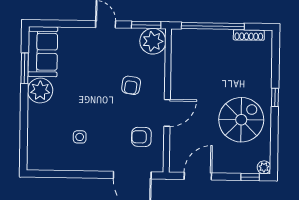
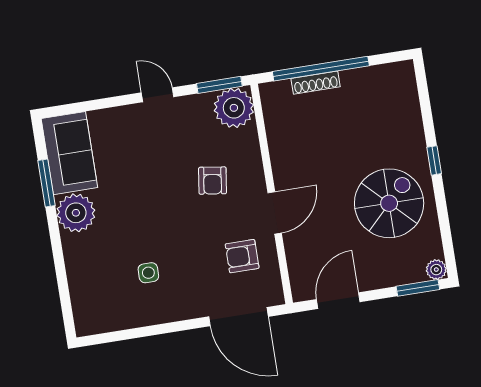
shoe rack: (249, 35) -> (316, 83), moved
window: (250, 177) -> (418, 288), width x1.50

